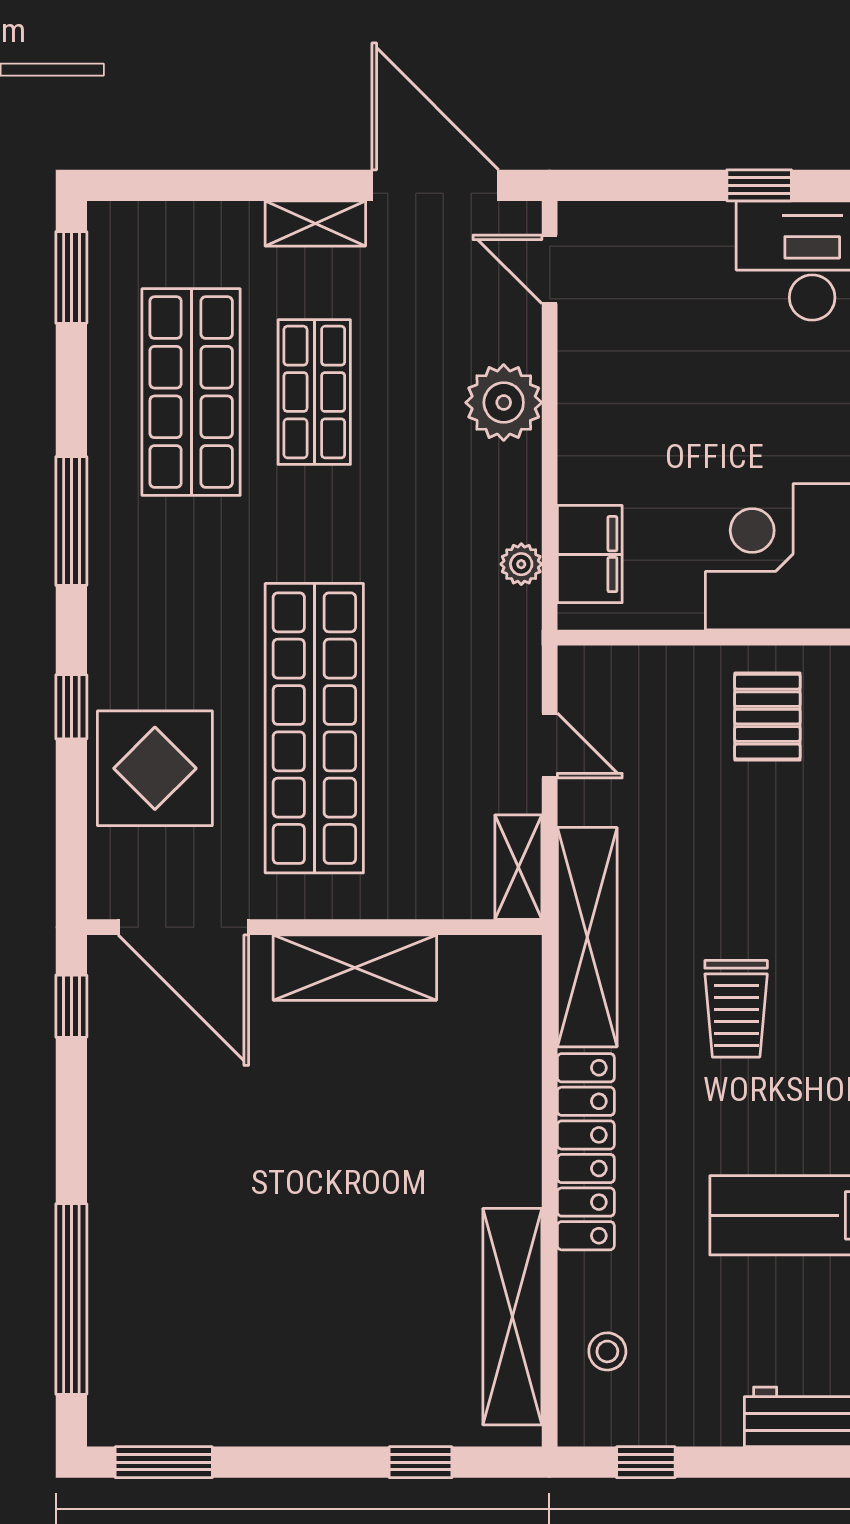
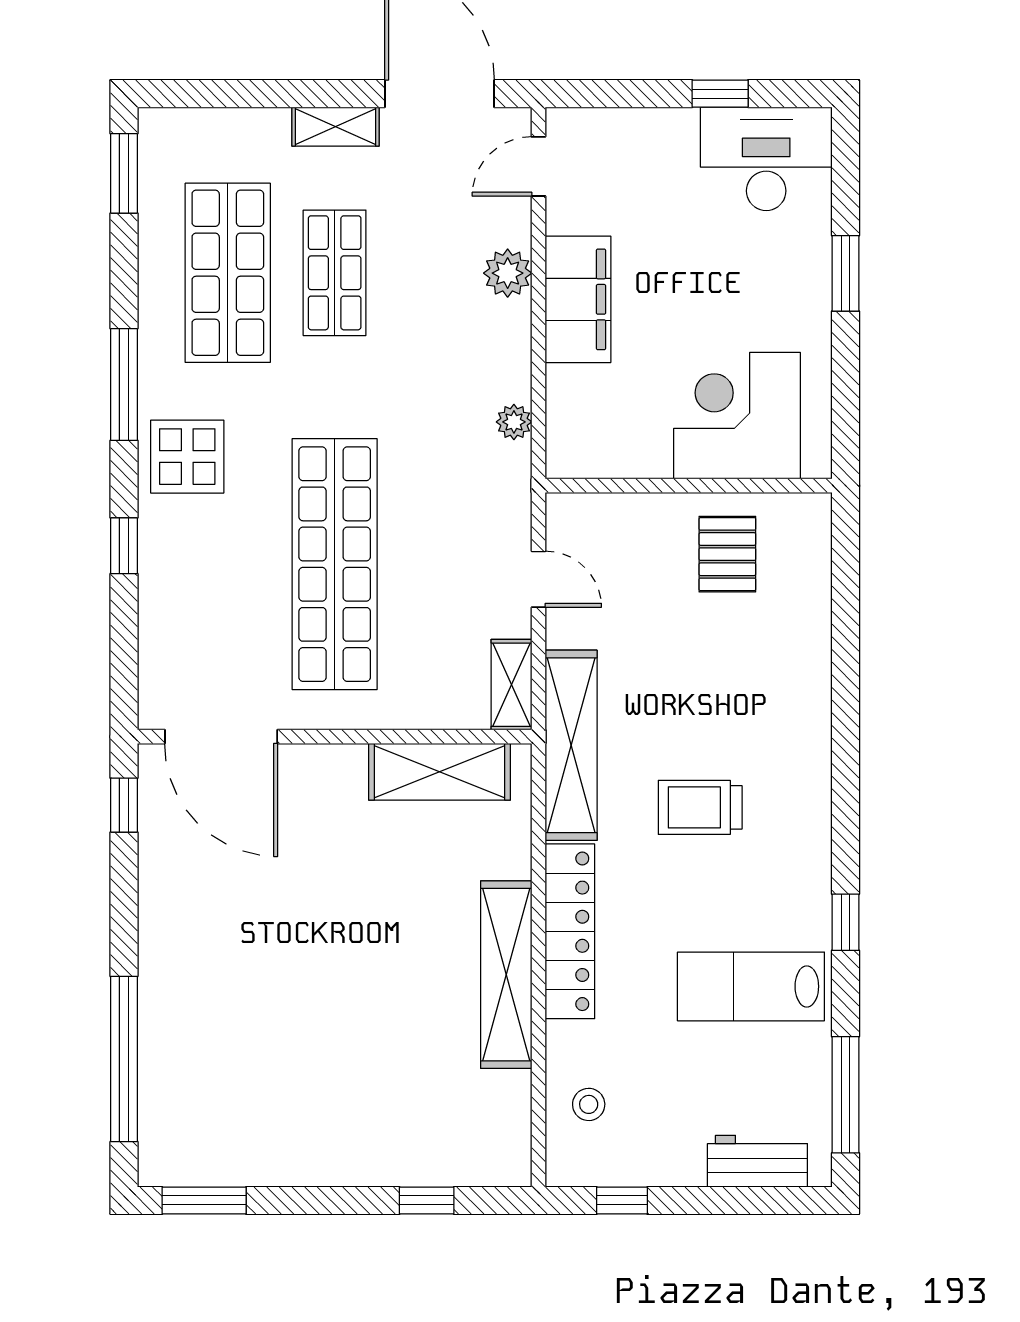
door: (550, 269) -> (539, 166), hinge flipped
plant: (504, 403) -> (508, 273), width x0.73, depth x0.73
filing cabinet: (590, 554) -> (578, 299), moved, width x1.50, depth x1.17
display table: (155, 768) -> (187, 457), moved, width x0.73, depth x0.73
shelving: (355, 968) -> (440, 772), moved
trolley: (736, 1009) -> (700, 807), turned 90
shelving: (512, 1317) -> (506, 975), moved

